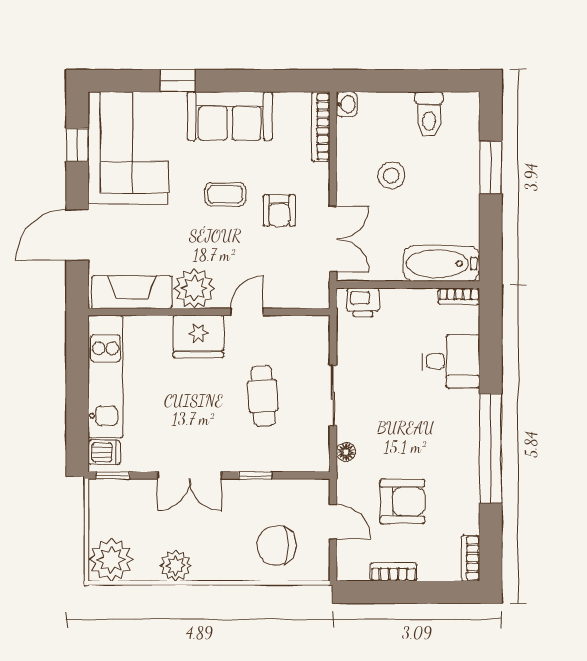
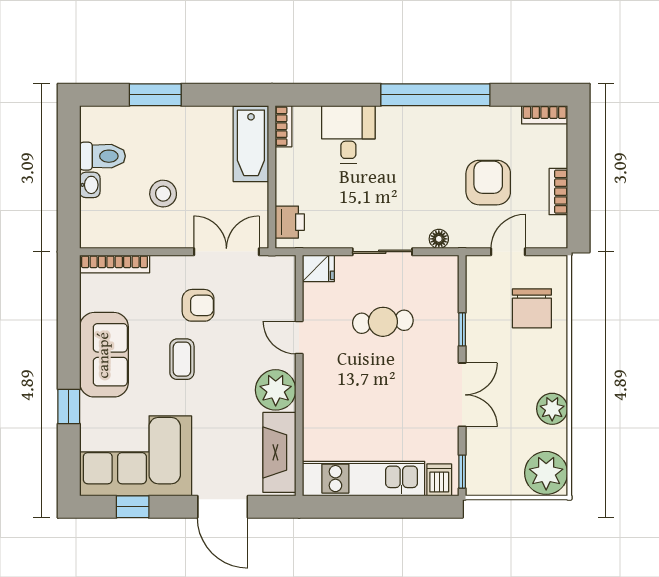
washbasin: (347, 104) -> (90, 185), moved, turned 90
fridge: (198, 337) -> (318, 268), moved, width x0.53, depth x0.75

